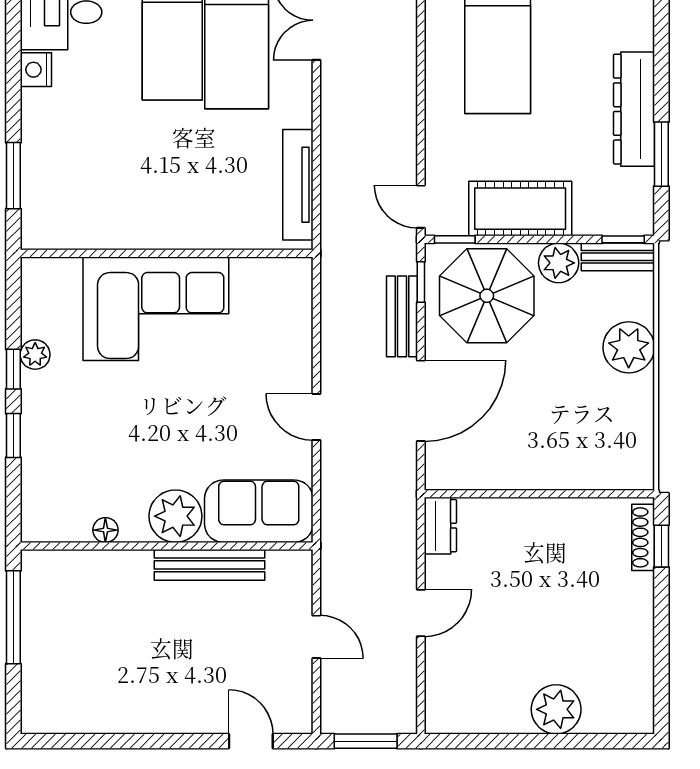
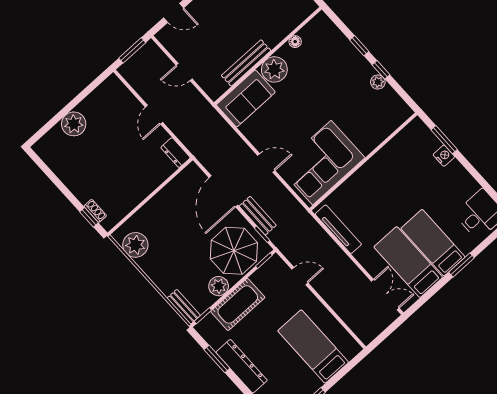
nightstand: (36, 70) -> (444, 156), moved
door: (421, 207) -> (300, 276), moved
cot: (520, 209) -> (238, 304), moved
bench: (618, 257) -> (184, 307), moved, turned 90
corner sofa: (156, 309) -> (322, 163), moved
plant: (629, 347) -> (135, 245), moved
door: (316, 417) -> (266, 163), moved
shoe rack: (643, 537) -> (95, 211), width x0.70

